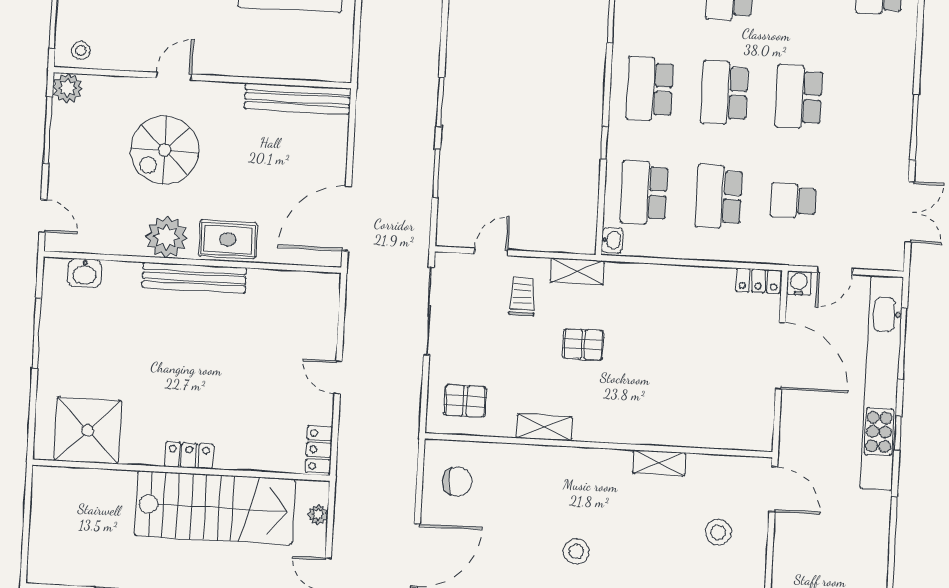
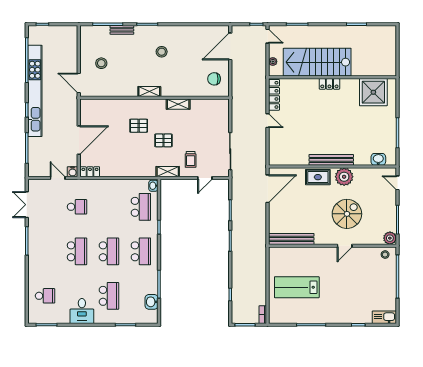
school desk: (719, 197) -> (109, 207), removed
door: (835, 270) -> (58, 178), hinge flipped
door: (780, 356) -> (79, 140), swing flipped
kitchen unit: (882, 383) -> (35, 91), moved
pallet: (465, 401) -> (139, 126), moved
locker: (319, 450) -> (274, 95), width x1.53
shelving: (659, 463) -> (149, 91), moved

